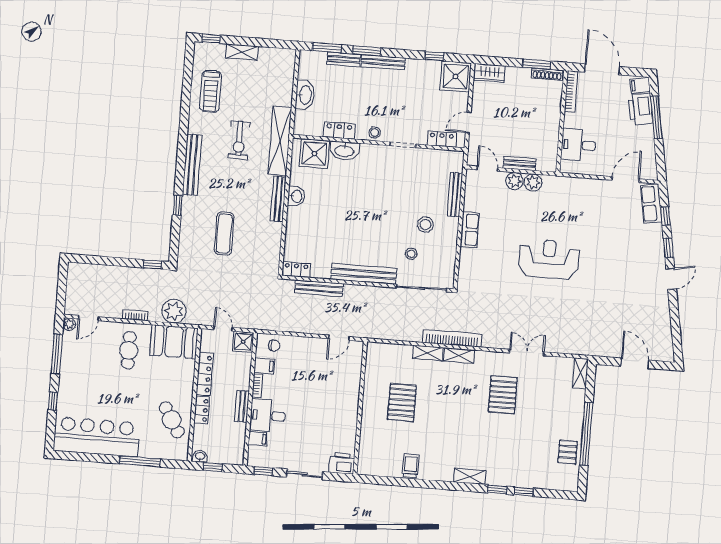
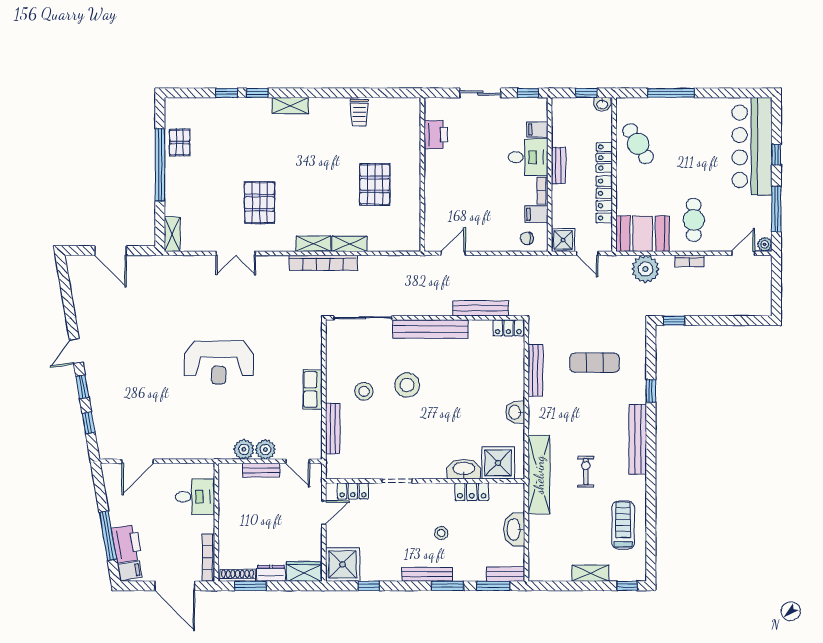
bench: (344, 59) -> (506, 574), moved
dresser: (518, 74) -> (271, 573), added
stool: (375, 133) -> (441, 533), moved
exercise bike: (239, 140) -> (586, 472), width x0.73, depth x0.72
bench: (278, 199) -> (535, 370), moved
row of seats: (651, 204) -> (106, 436), removed
exercise mat: (224, 234) -> (595, 363), turned 90
stool: (411, 254) -> (407, 385), moved, width x1.89, depth x1.89
bar counter: (97, 437) -> (752, 146), moved, turned 90
printer: (342, 463) -> (436, 135), moved, turned -90

